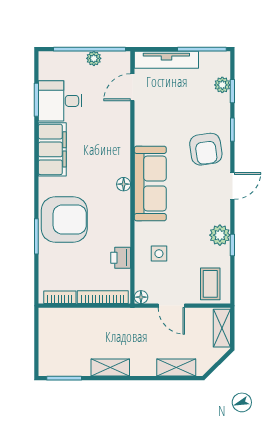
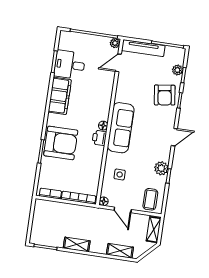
plant: (94, 58) -> (115, 43), moved
armchair: (206, 149) -> (165, 95), moved
printer: (121, 258) -> (99, 138), moved

